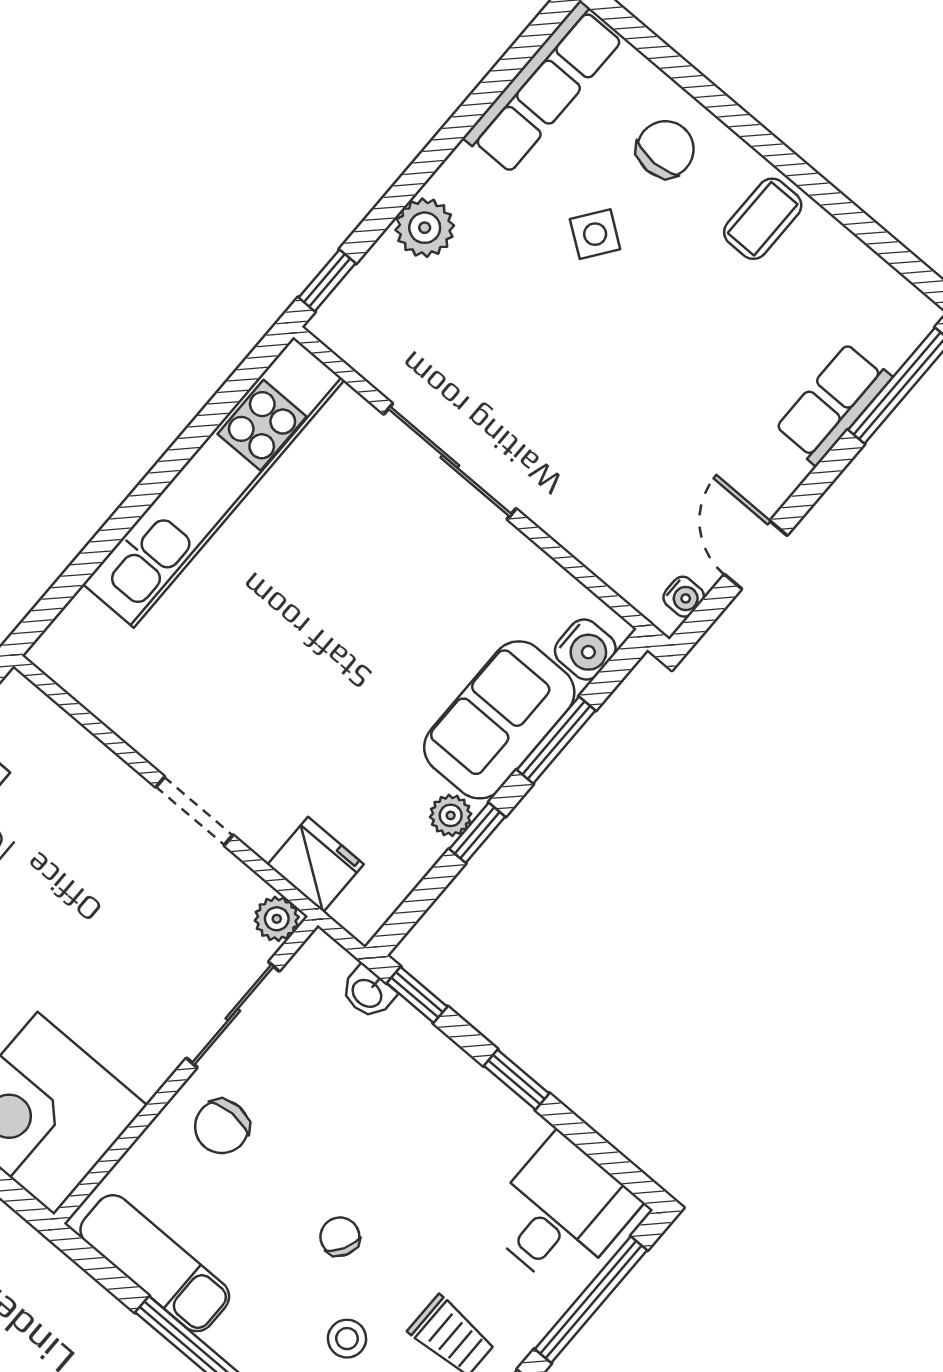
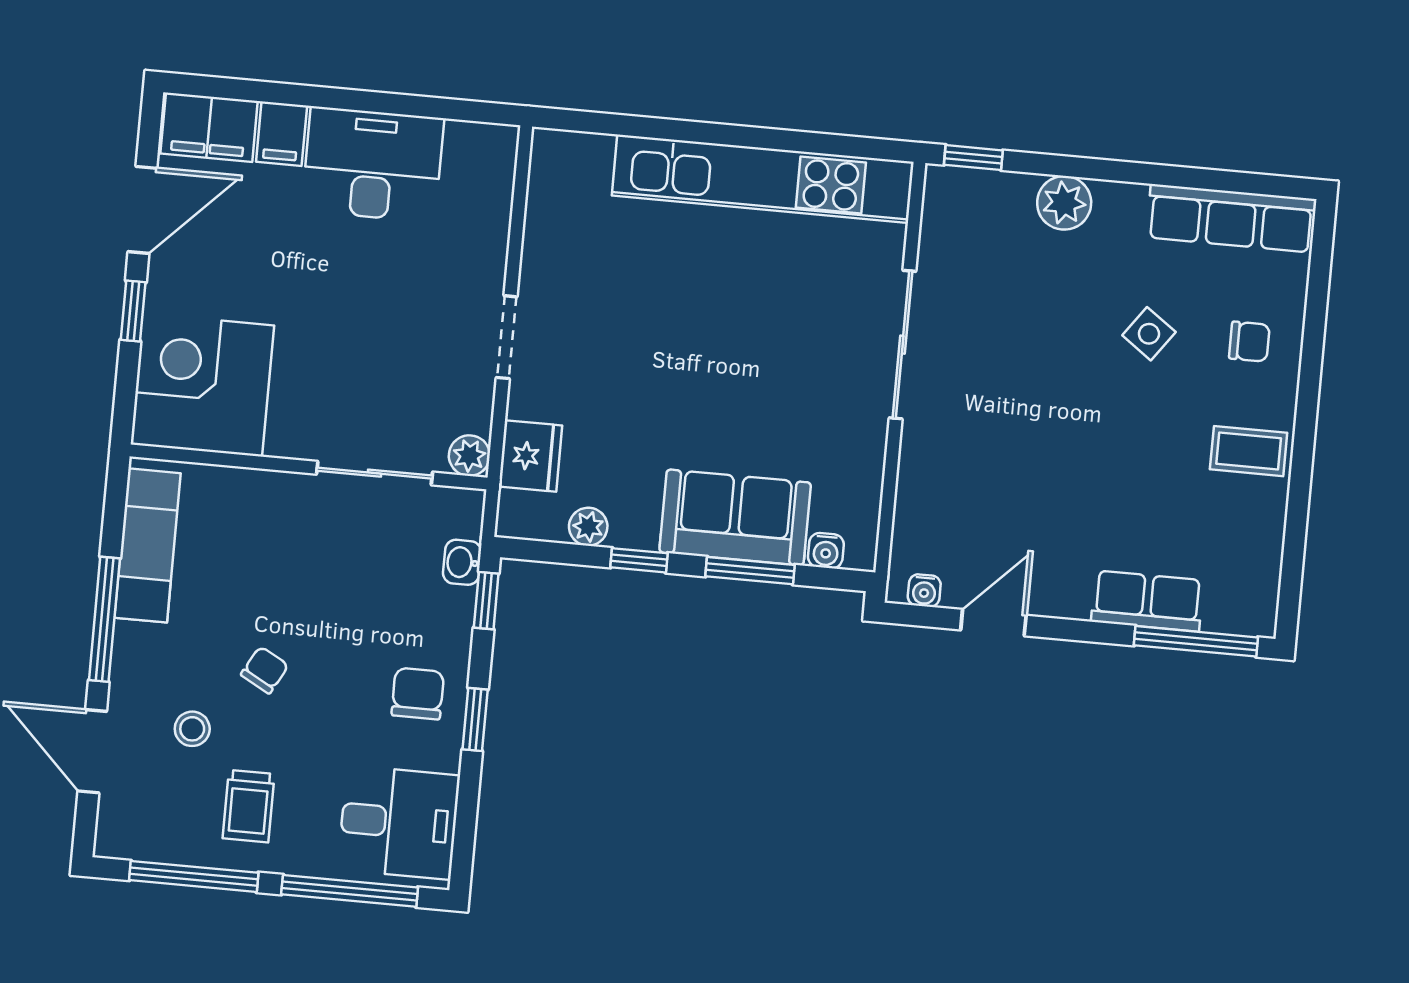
chair: (665, 149) -> (1249, 342), width x0.73, depth x0.73
water cooler: (585, 649) -> (826, 551), width x0.72, depth x0.72
plant: (451, 815) -> (588, 527), moved
chair: (222, 1127) -> (418, 694), moved, turned 90

